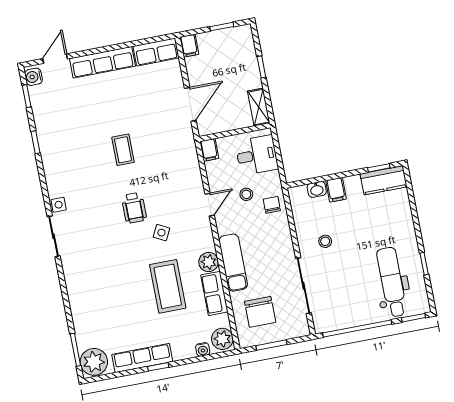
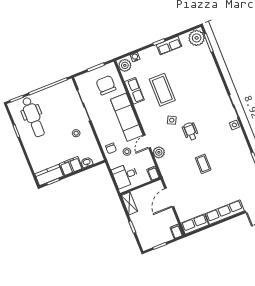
filing cabinet: (336, 190) -> (71, 166), width x2.00
plant: (209, 262) -> (159, 152), moved
exam couch: (233, 263) -> (127, 117), width x1.36, depth x1.45
row of seats: (142, 358) -> (169, 45), width x0.68

